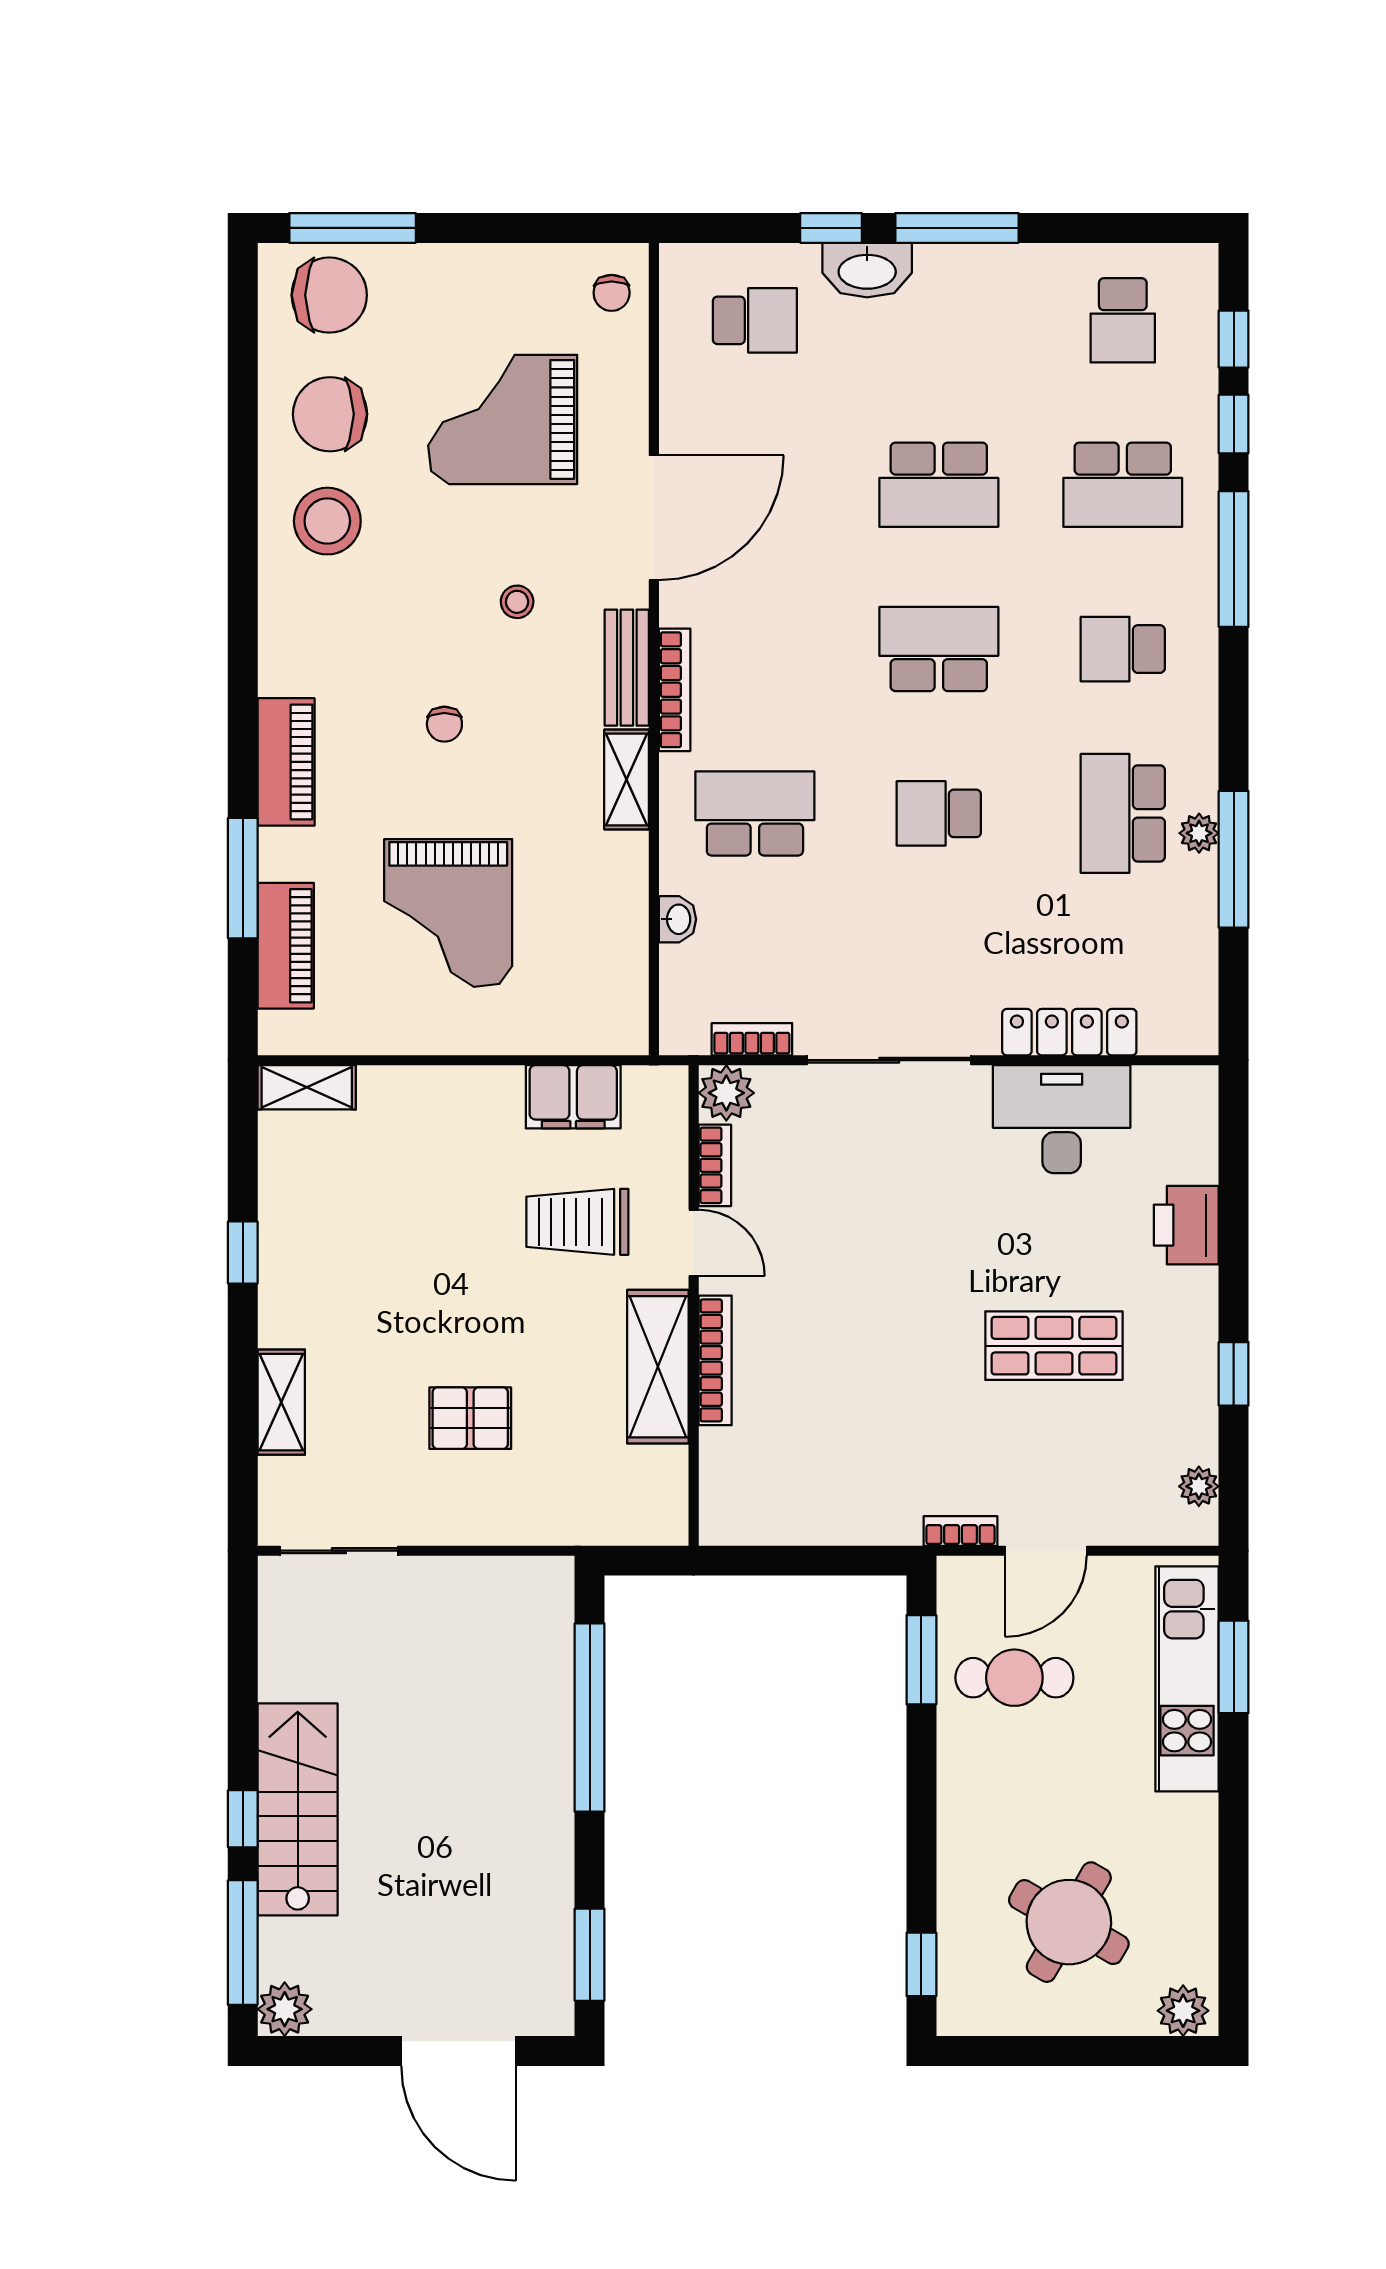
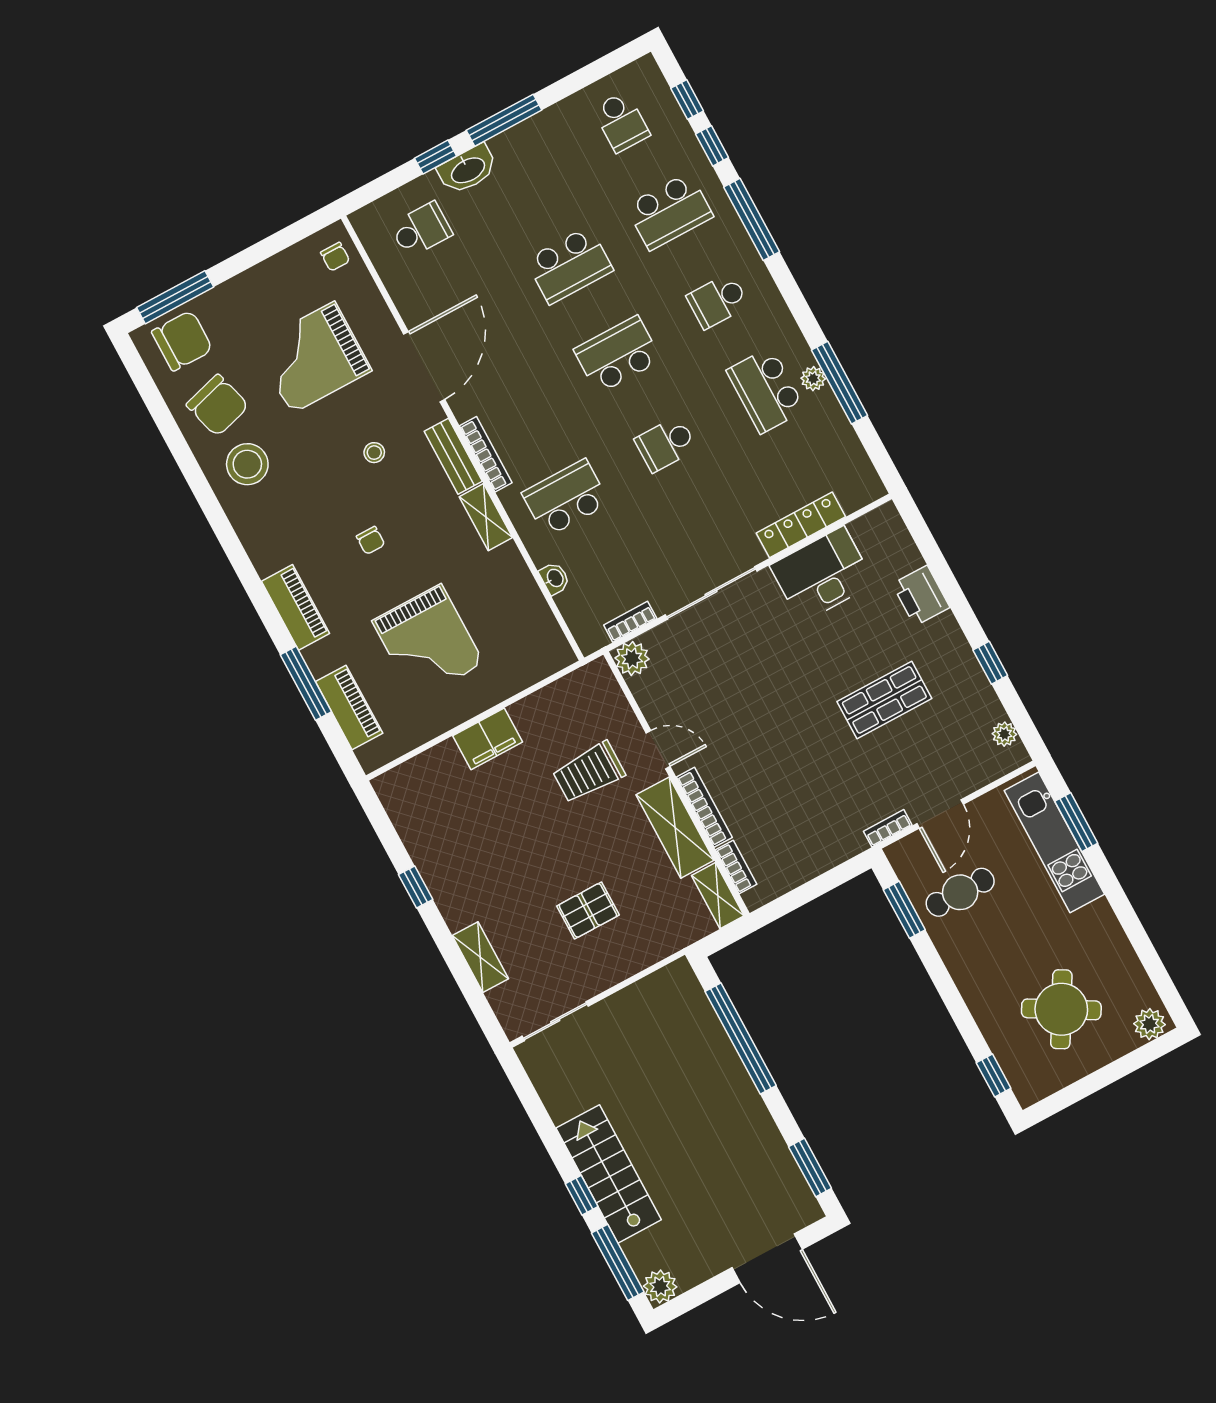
chair: (330, 414) -> (217, 405), turned -106
shelving: (307, 1087) -> (718, 896), moved, turned 90
filing cabinet: (573, 1097) -> (488, 739), moved
bookcase: (715, 1165) -> (736, 867), moved

